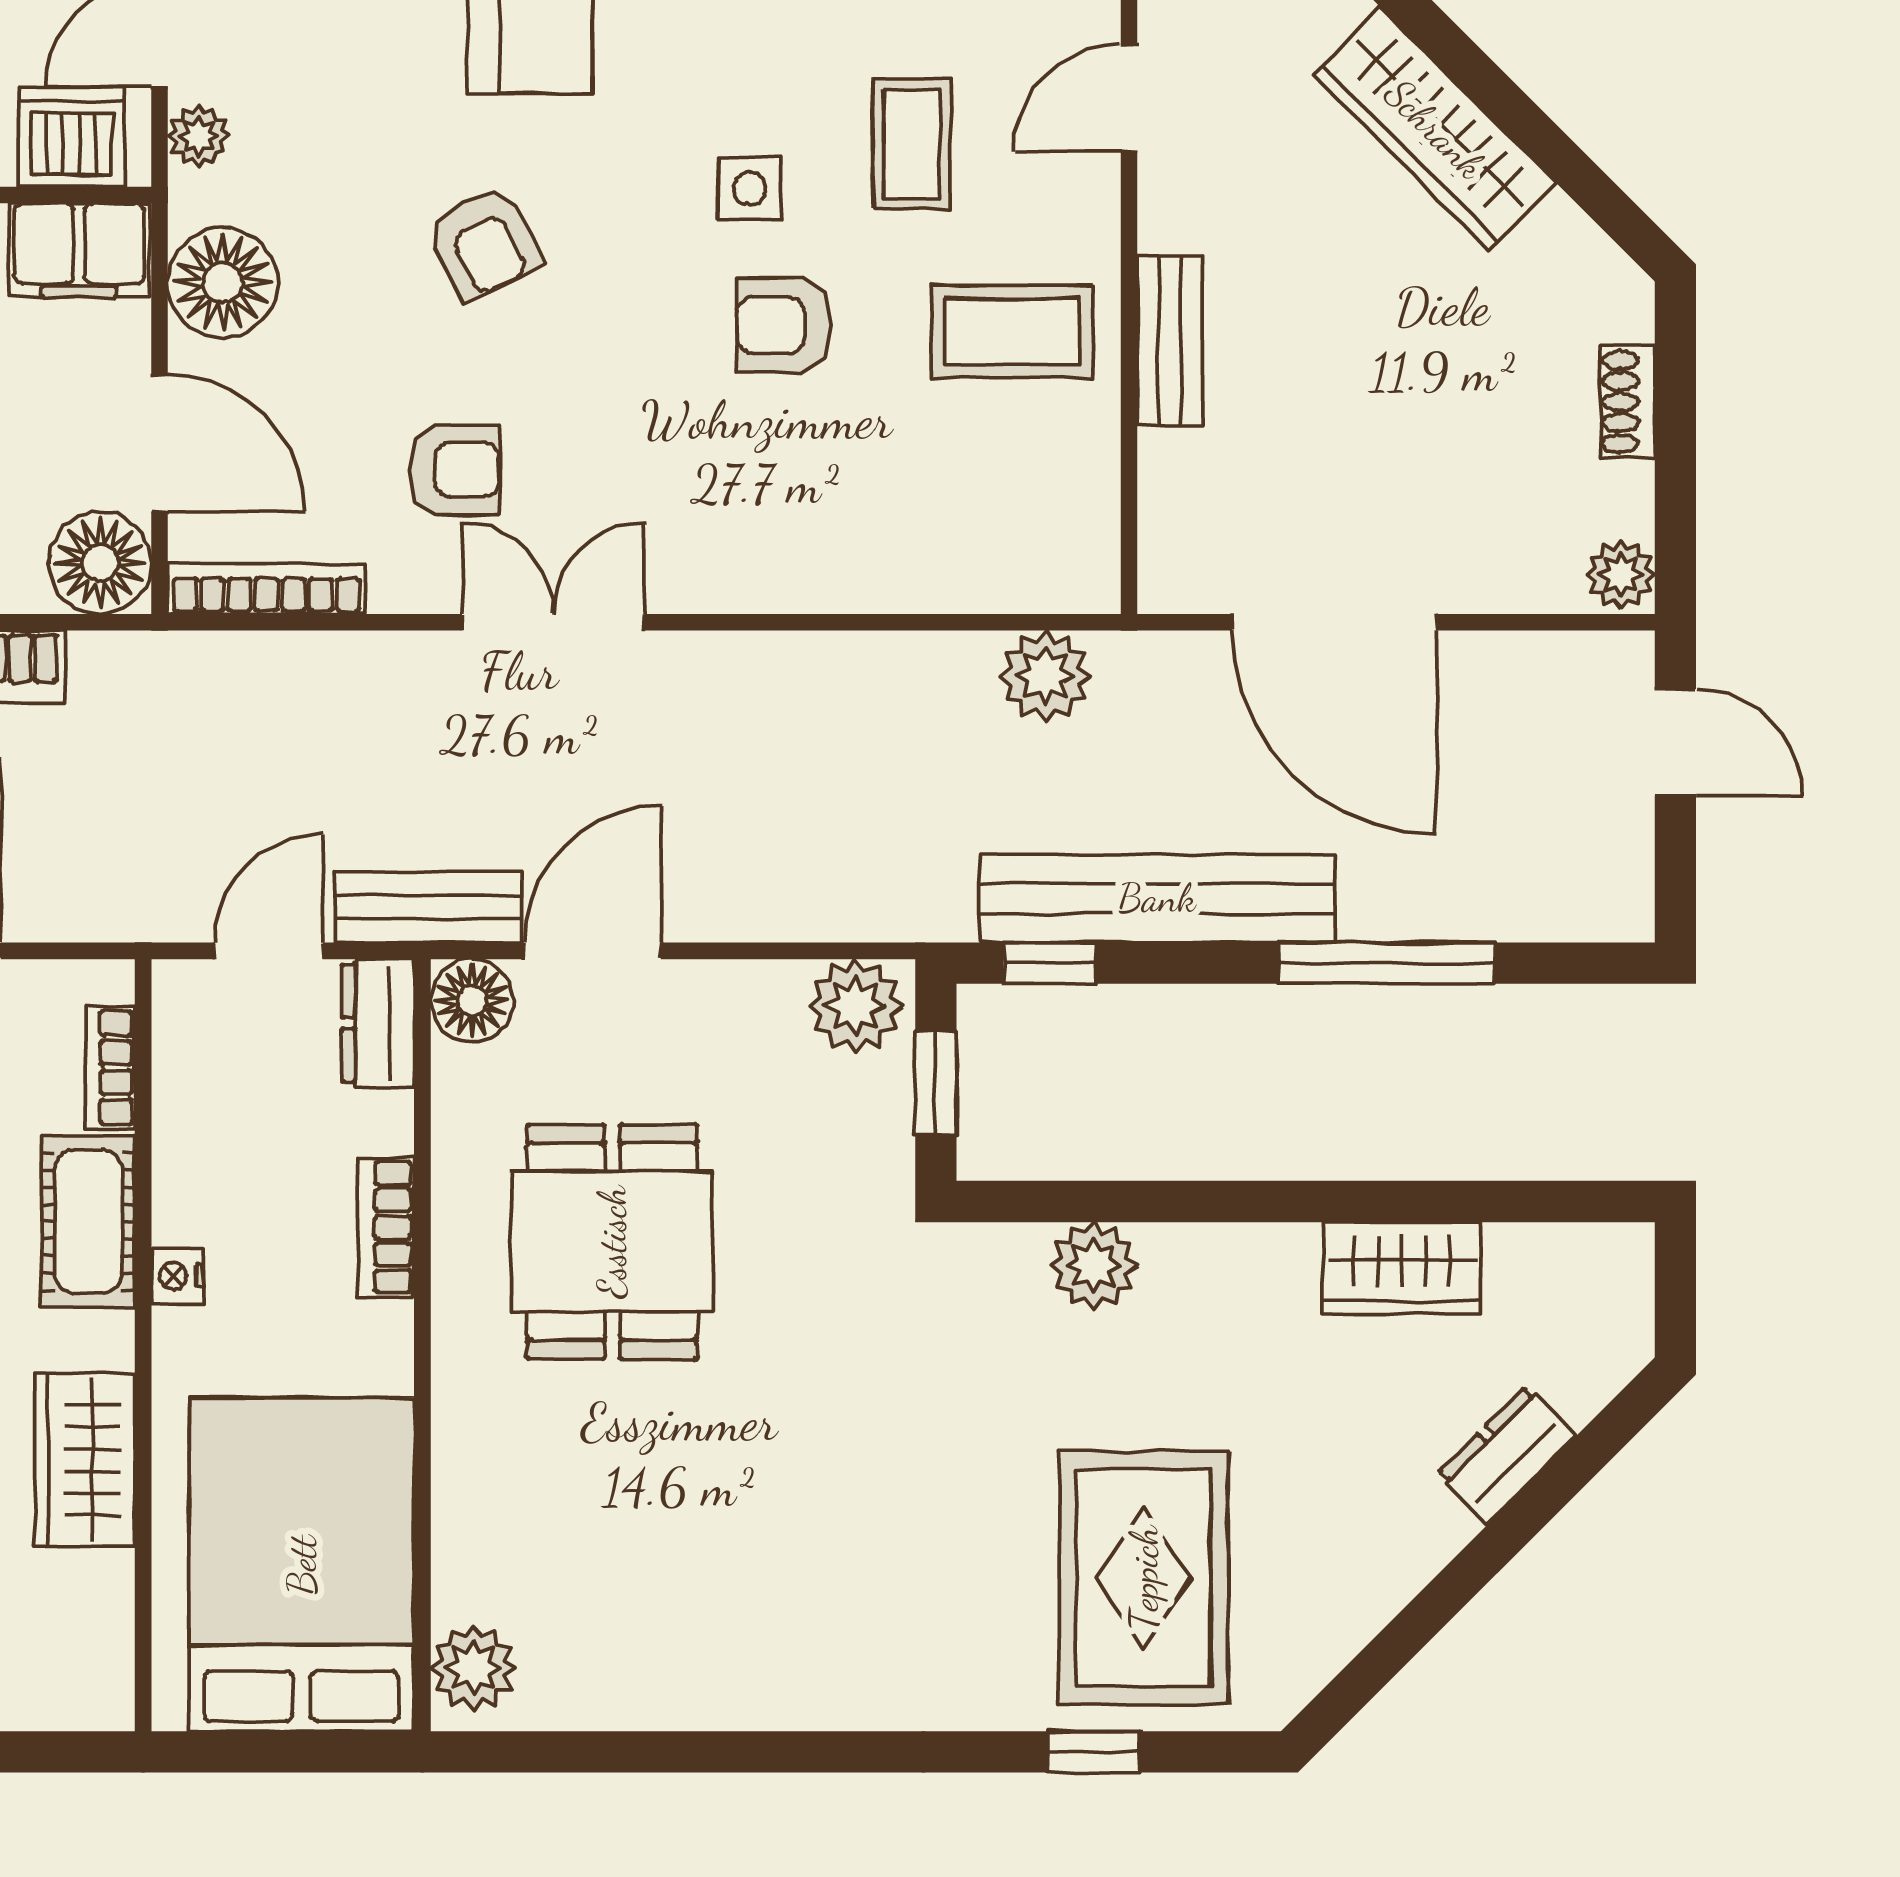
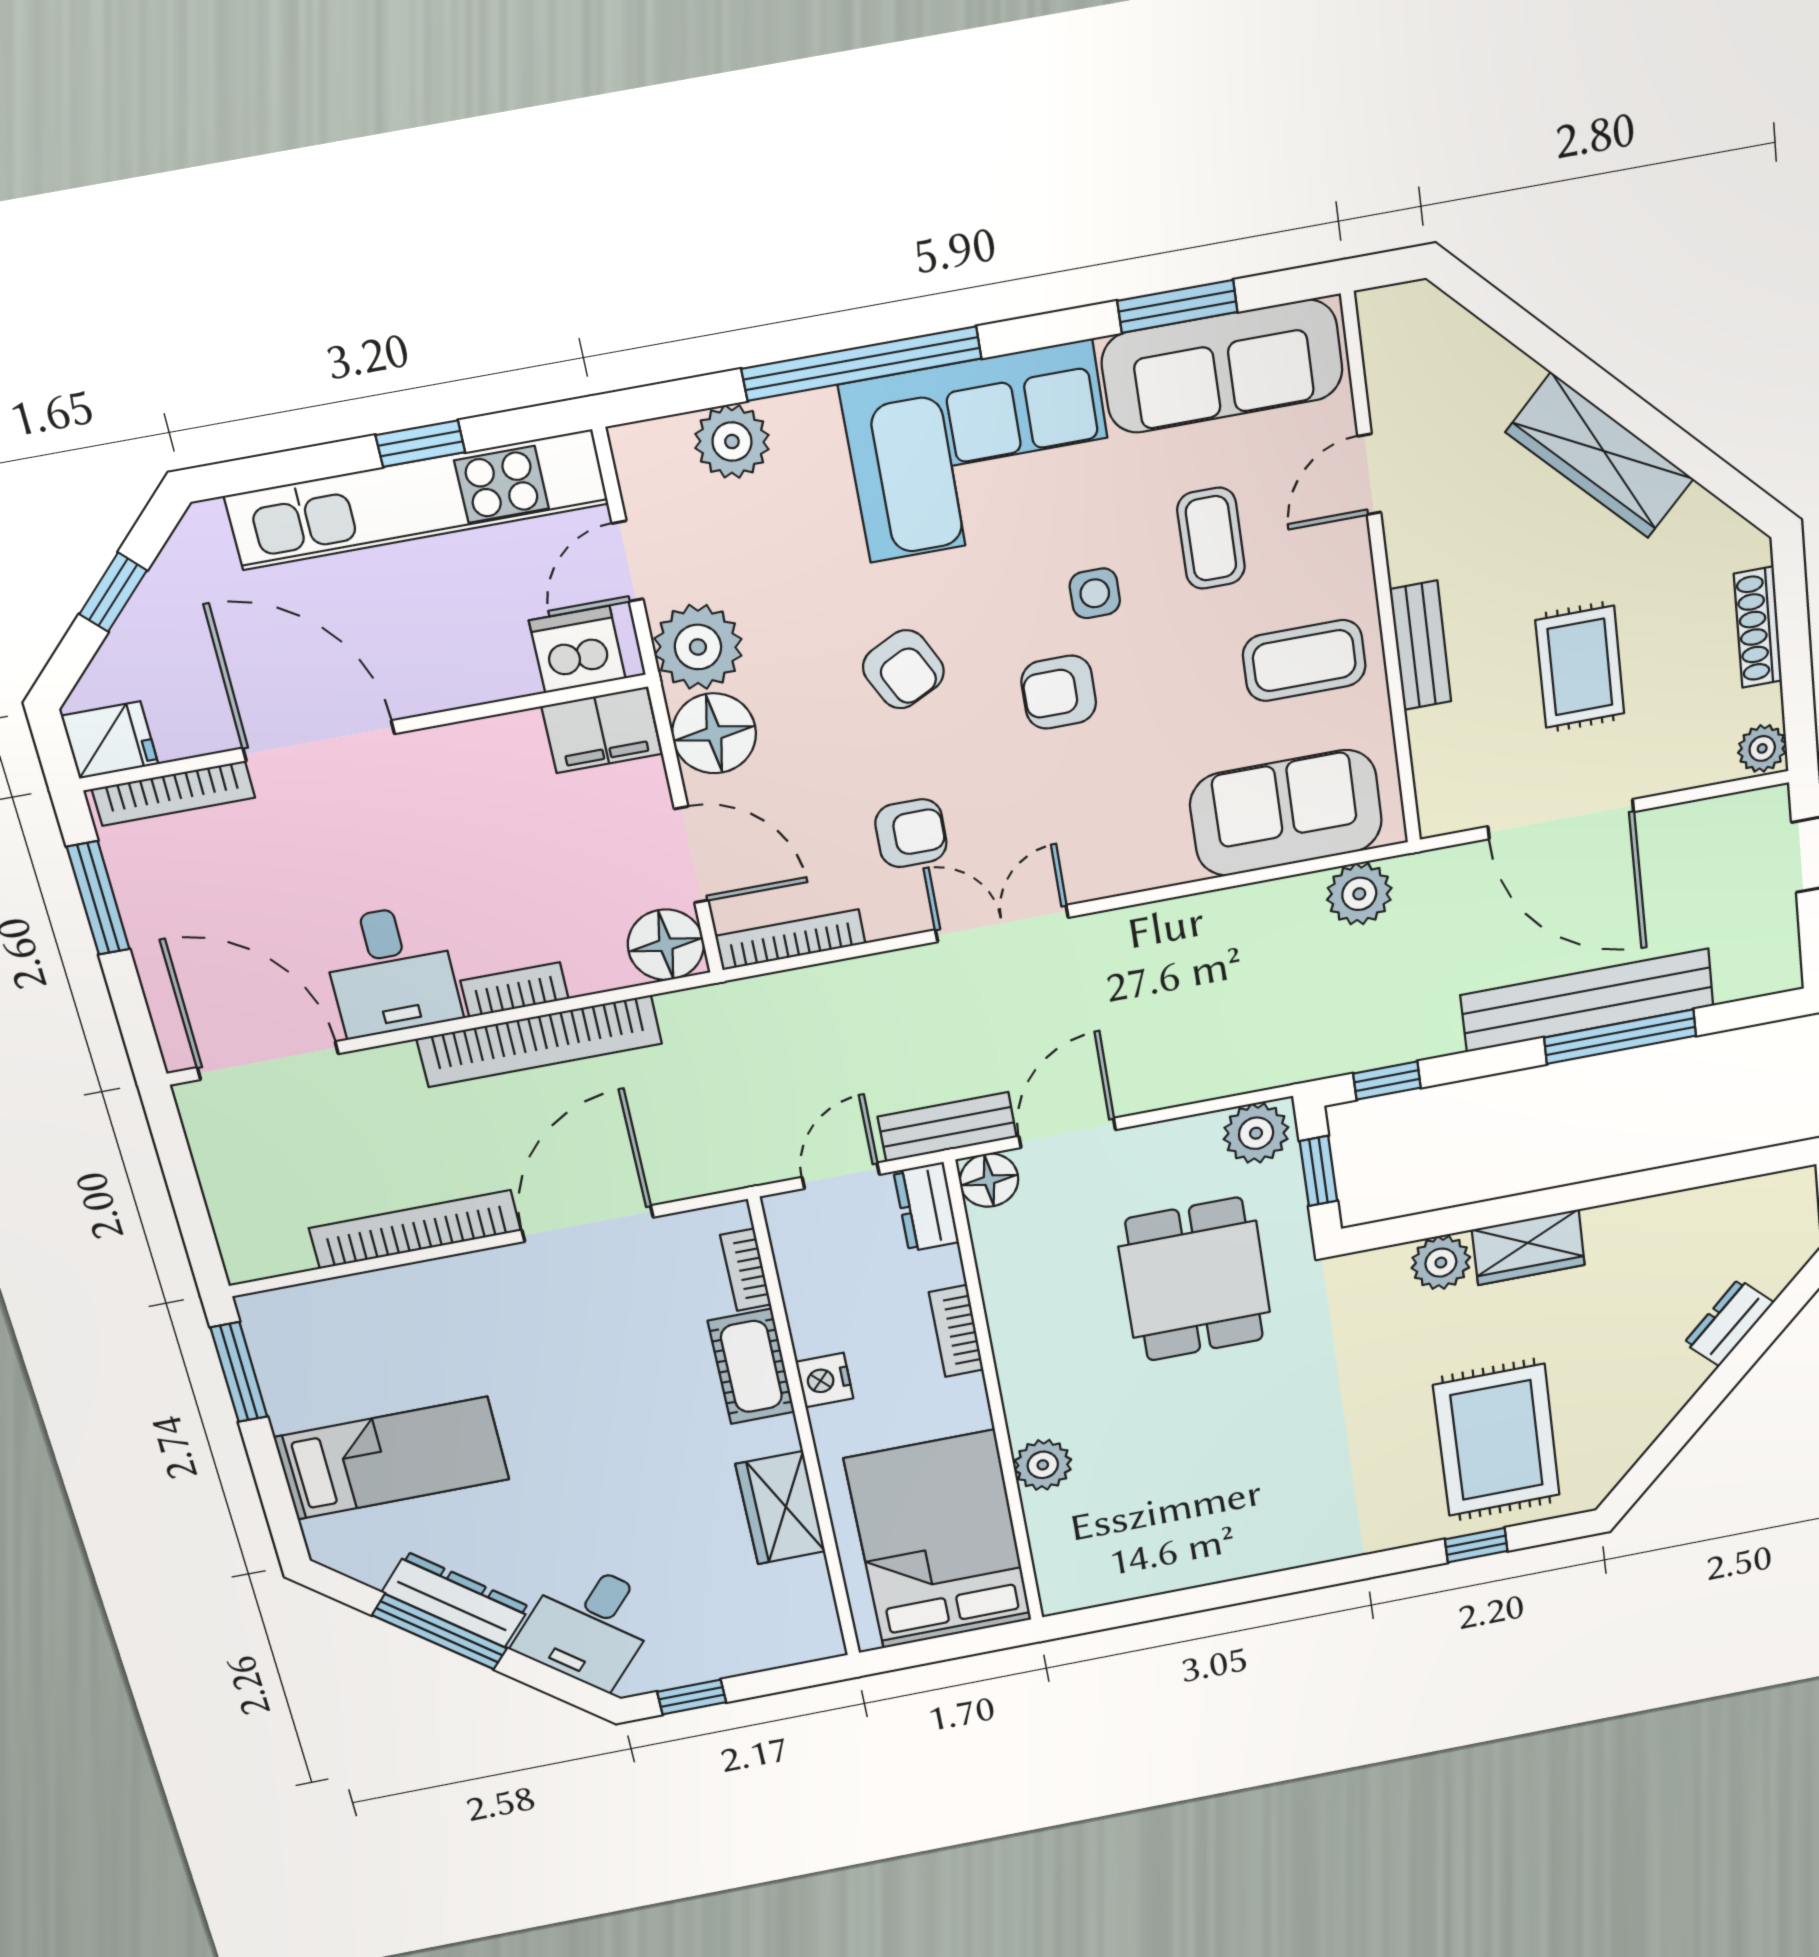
plant: (199, 136) -> (698, 647), width x1.87, depth x1.87
armchair: (784, 325) -> (1059, 692), moved
shoe rack: (1627, 402) -> (1758, 627), width x1.43
rug: (1381, 411) -> (1580, 667), added
sofa: (960, 540) -> (1286, 813), added
bench: (1157, 898) -> (1587, 1000), moved
dining table: (612, 1242) -> (1194, 1279), moved
wardrobe: (1402, 1268) -> (1528, 1247), moved
nightstand: (177, 1276) -> (824, 1380), width x1.39, depth x1.35
plant: (473, 1668) -> (1043, 1465), moved

